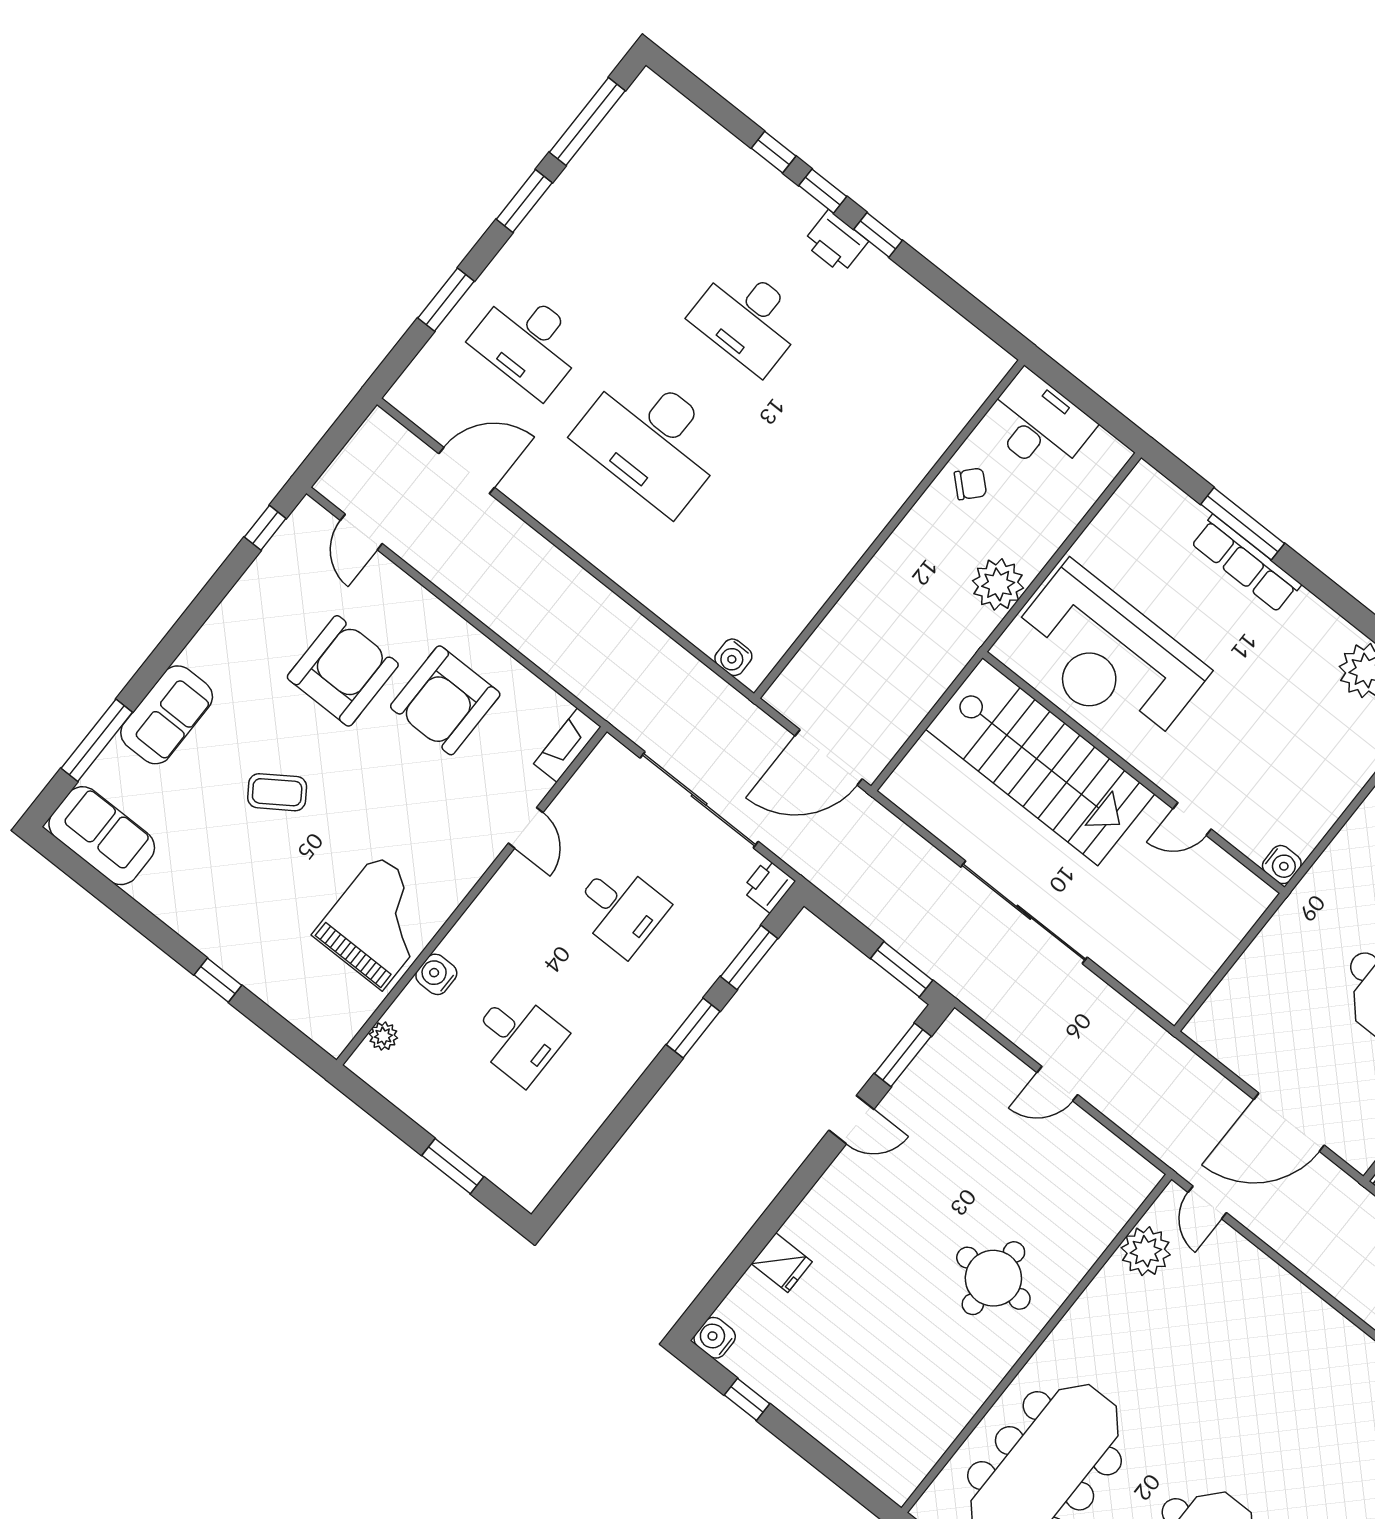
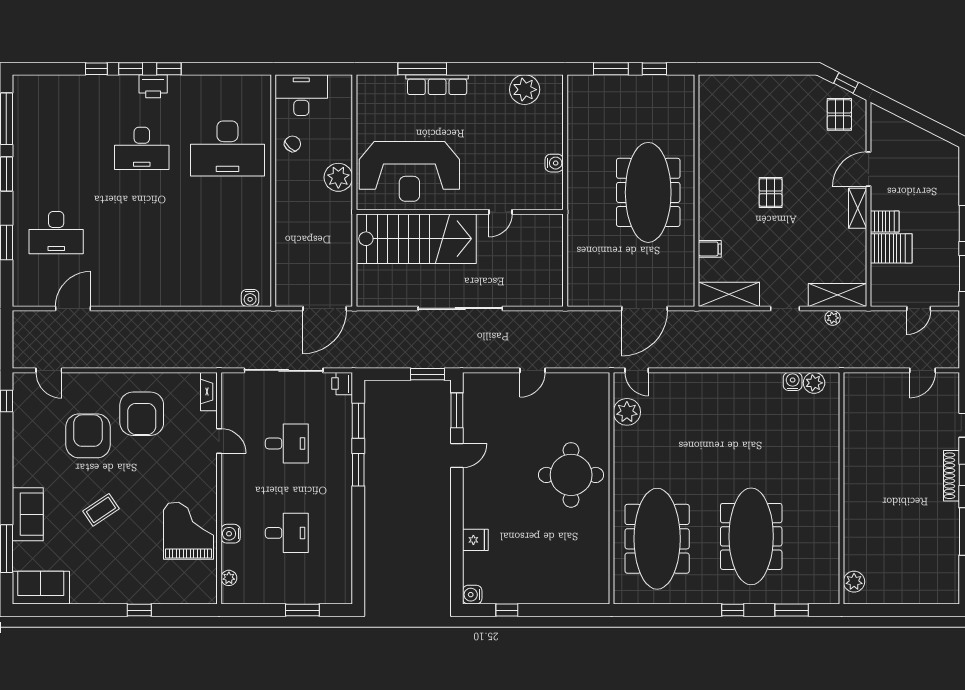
desk: (652, 440) -> (227, 148), moved
water cooler: (1282, 865) -> (554, 163), moved
round table: (993, 1278) -> (571, 475), width x1.36, depth x1.36

